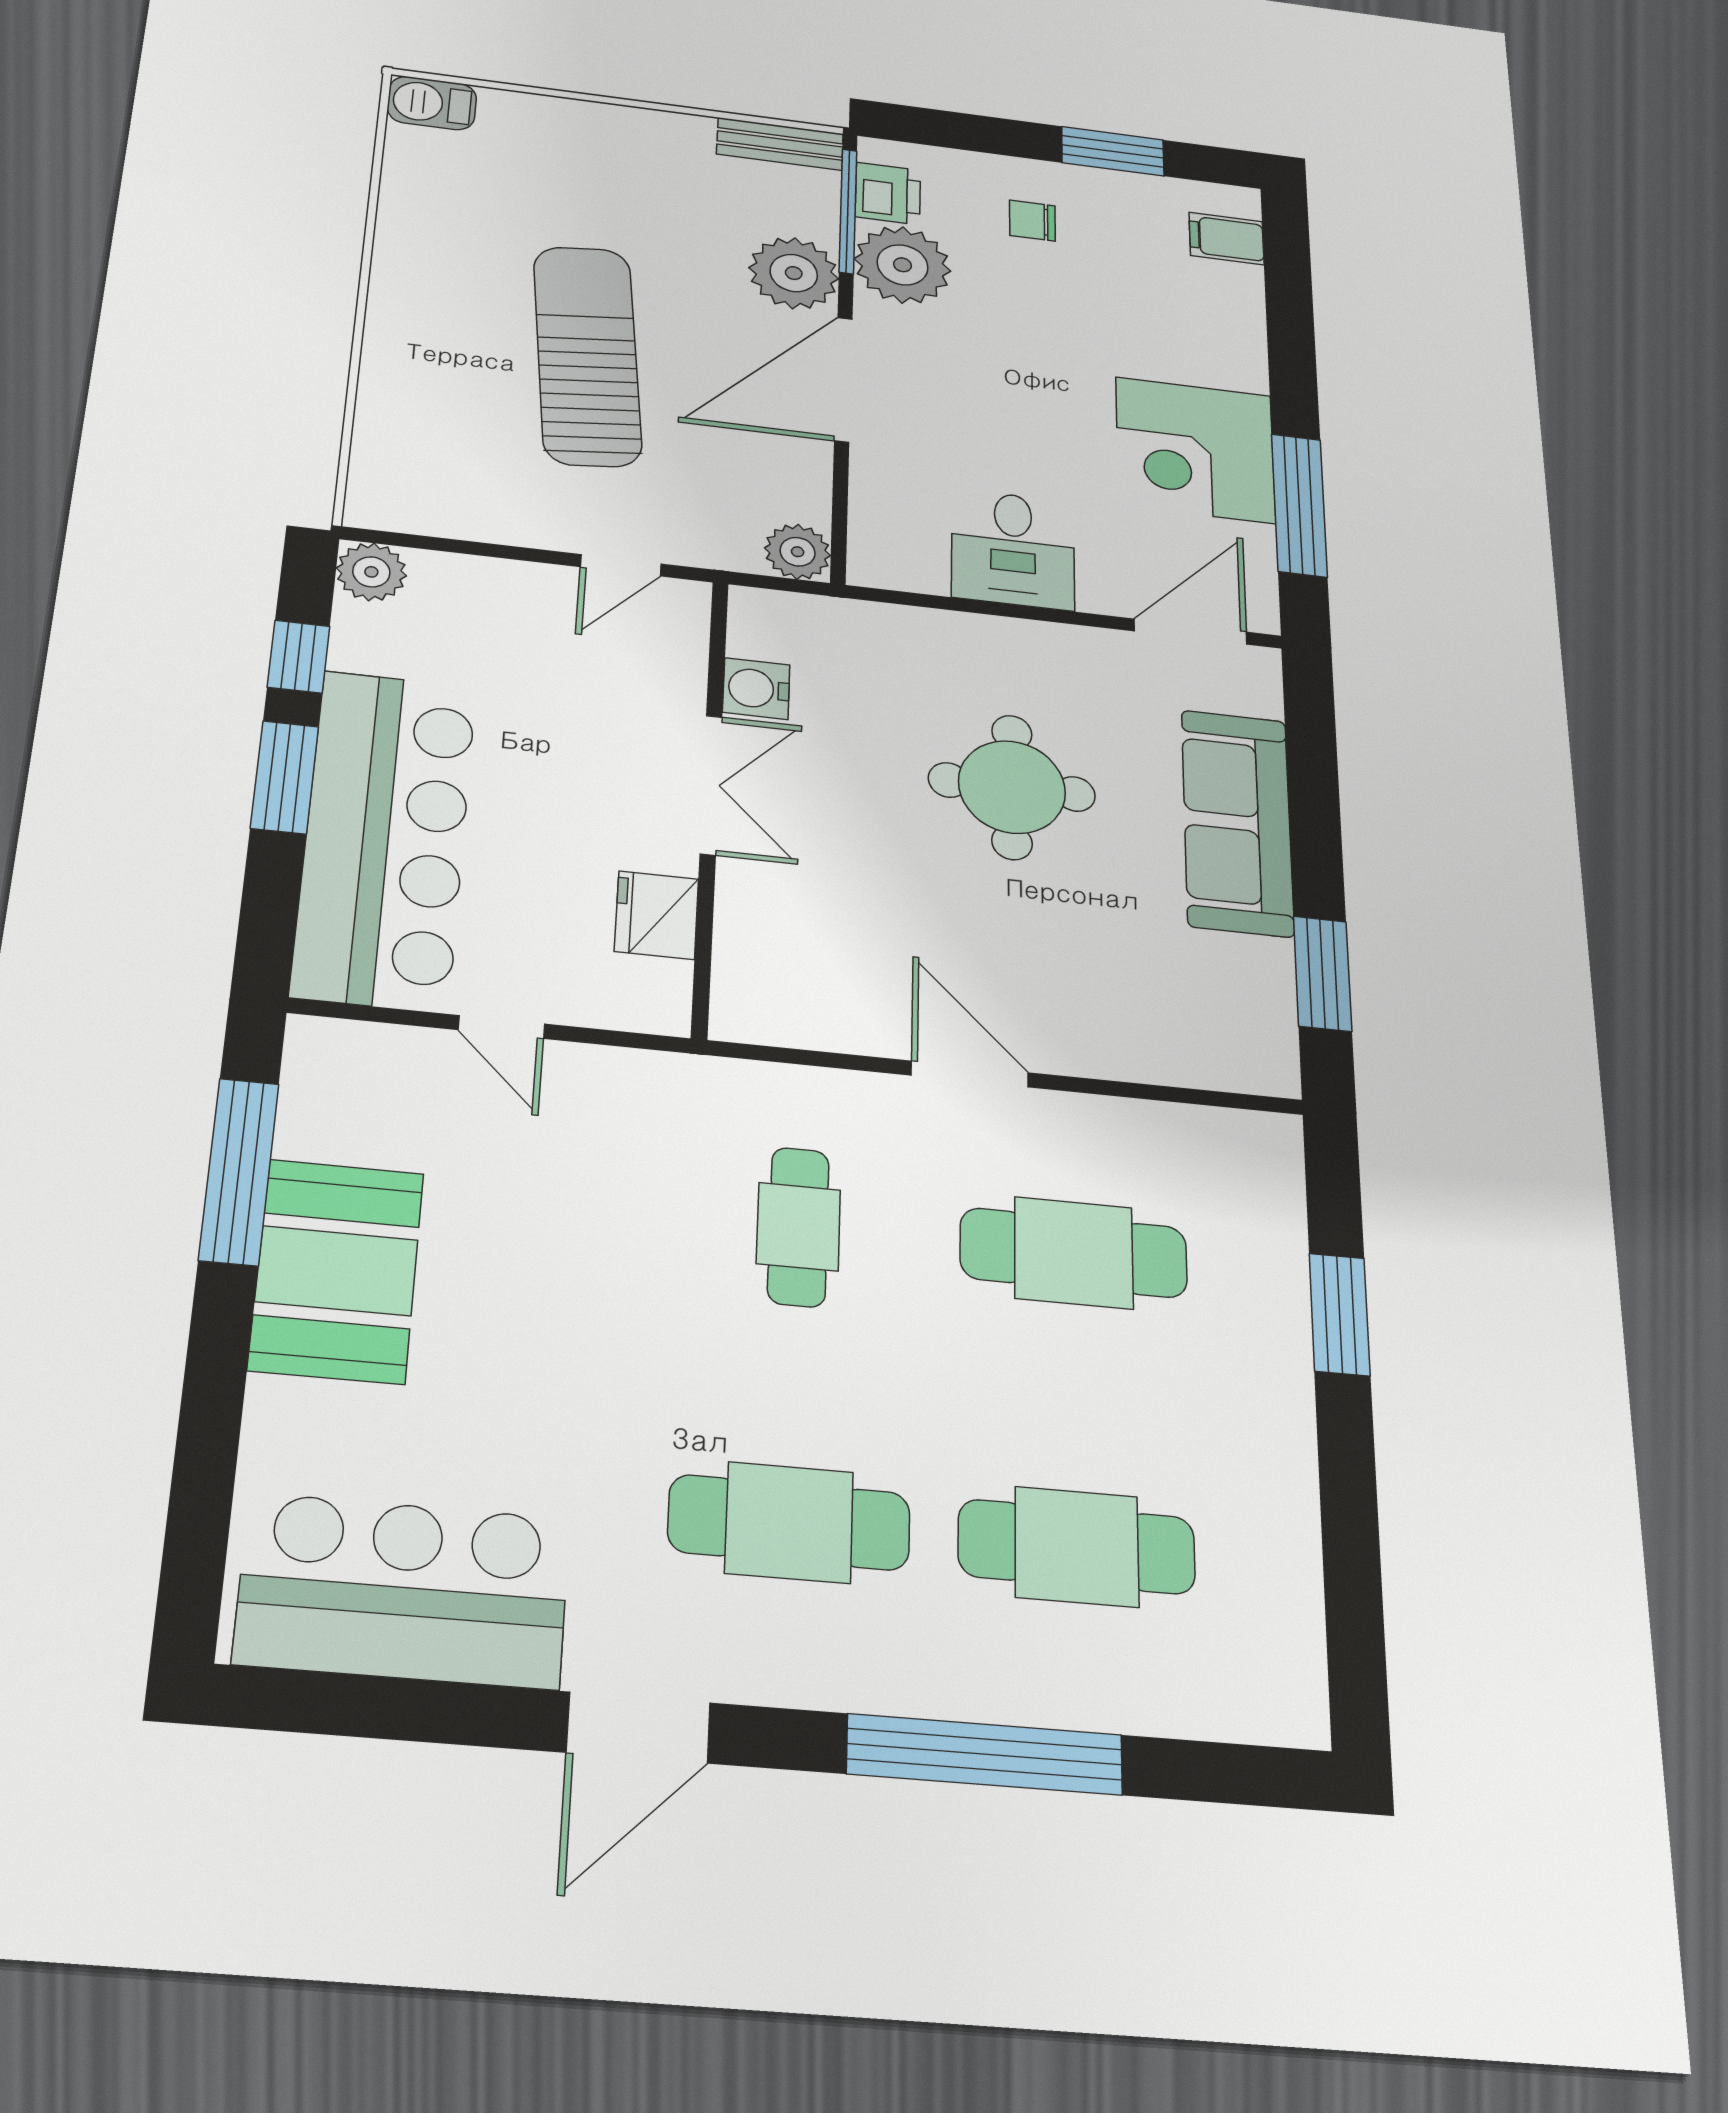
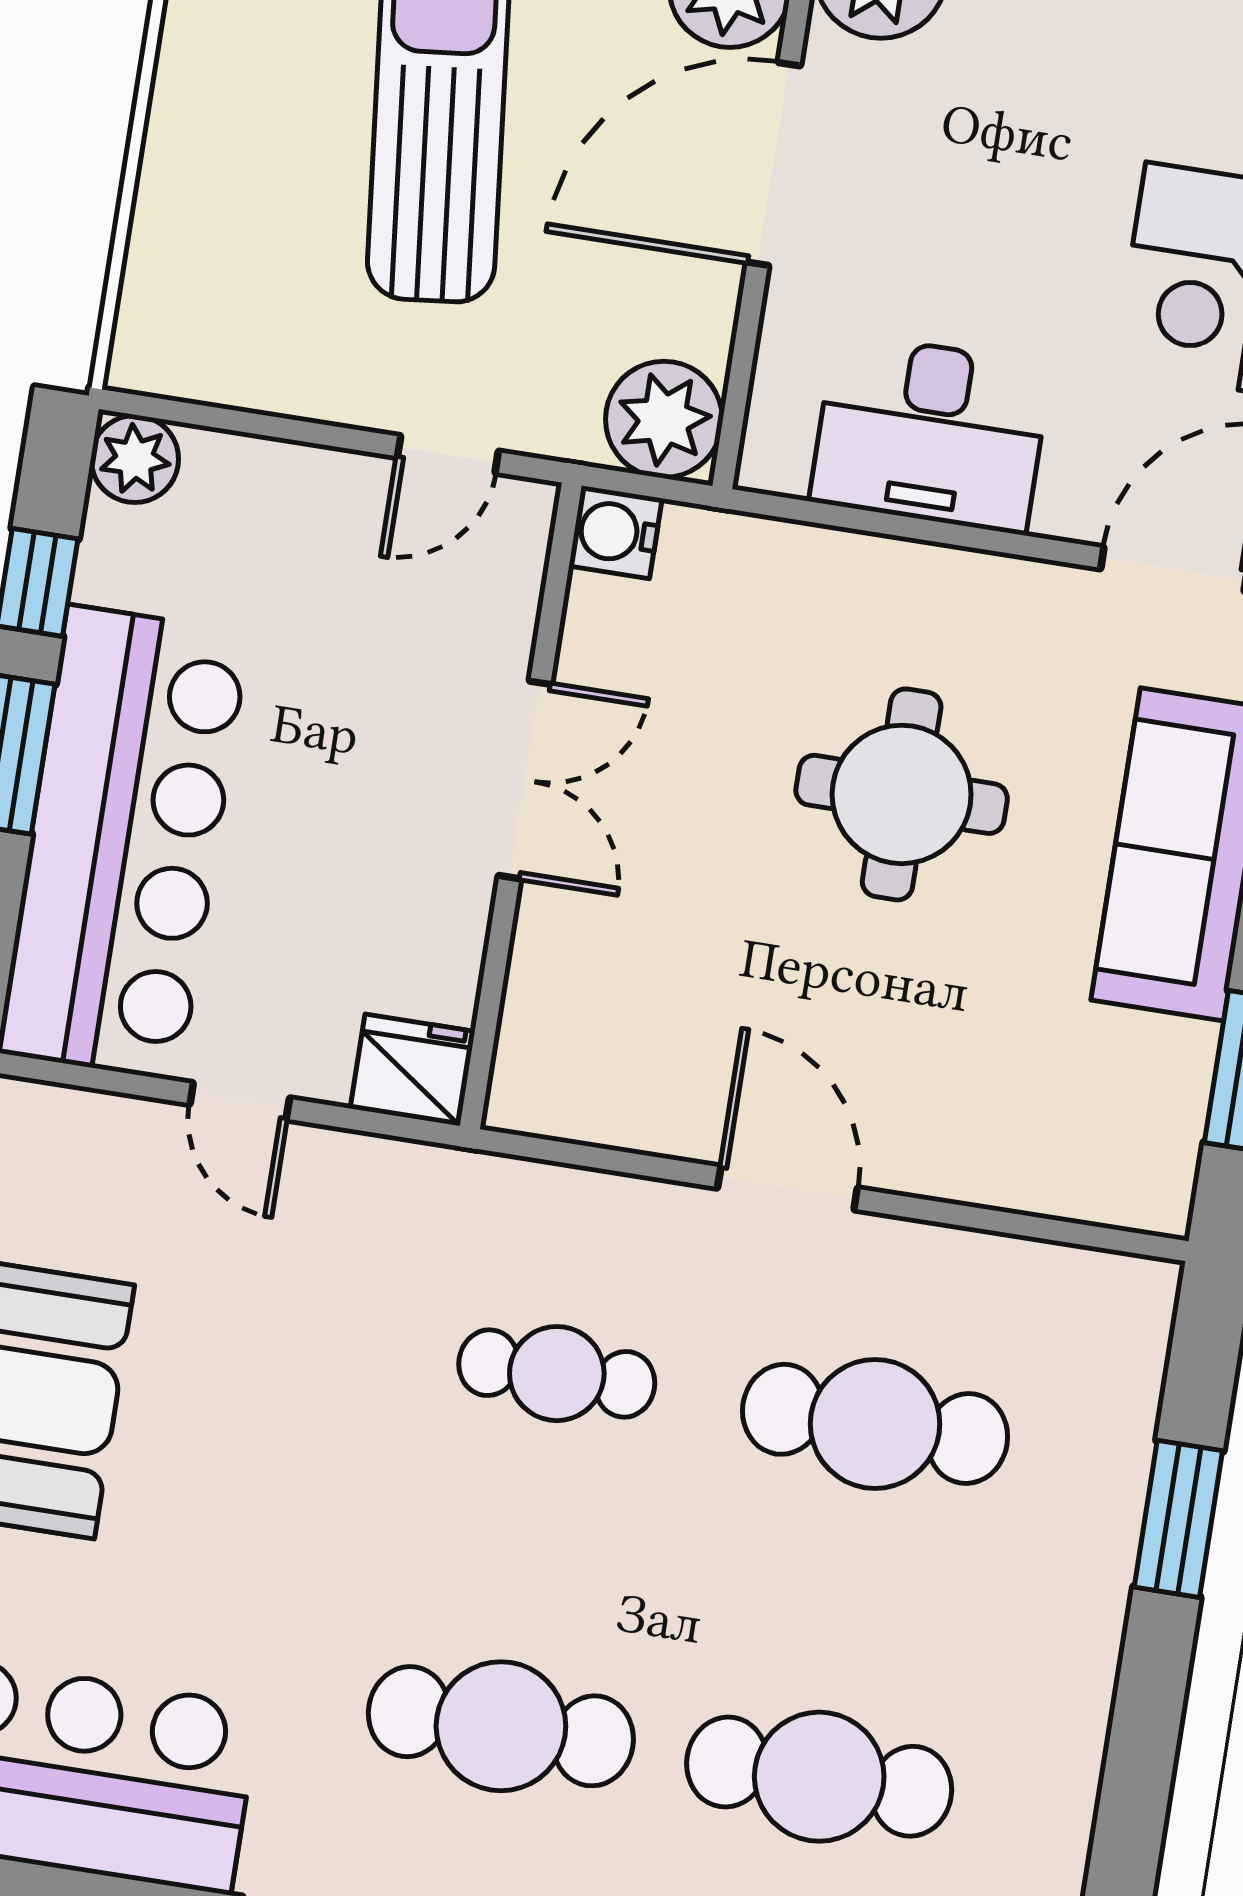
desk: (1013, 549) -> (930, 433), width x1.37
plant: (798, 552) -> (664, 419), width x1.36, depth x1.36
water cooler: (756, 689) -> (616, 532), moved
fridge: (657, 915) -> (413, 1070), moved, turned 90
cafe table: (798, 1227) -> (557, 1374), turned 90

